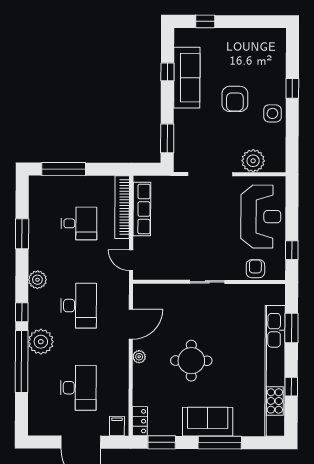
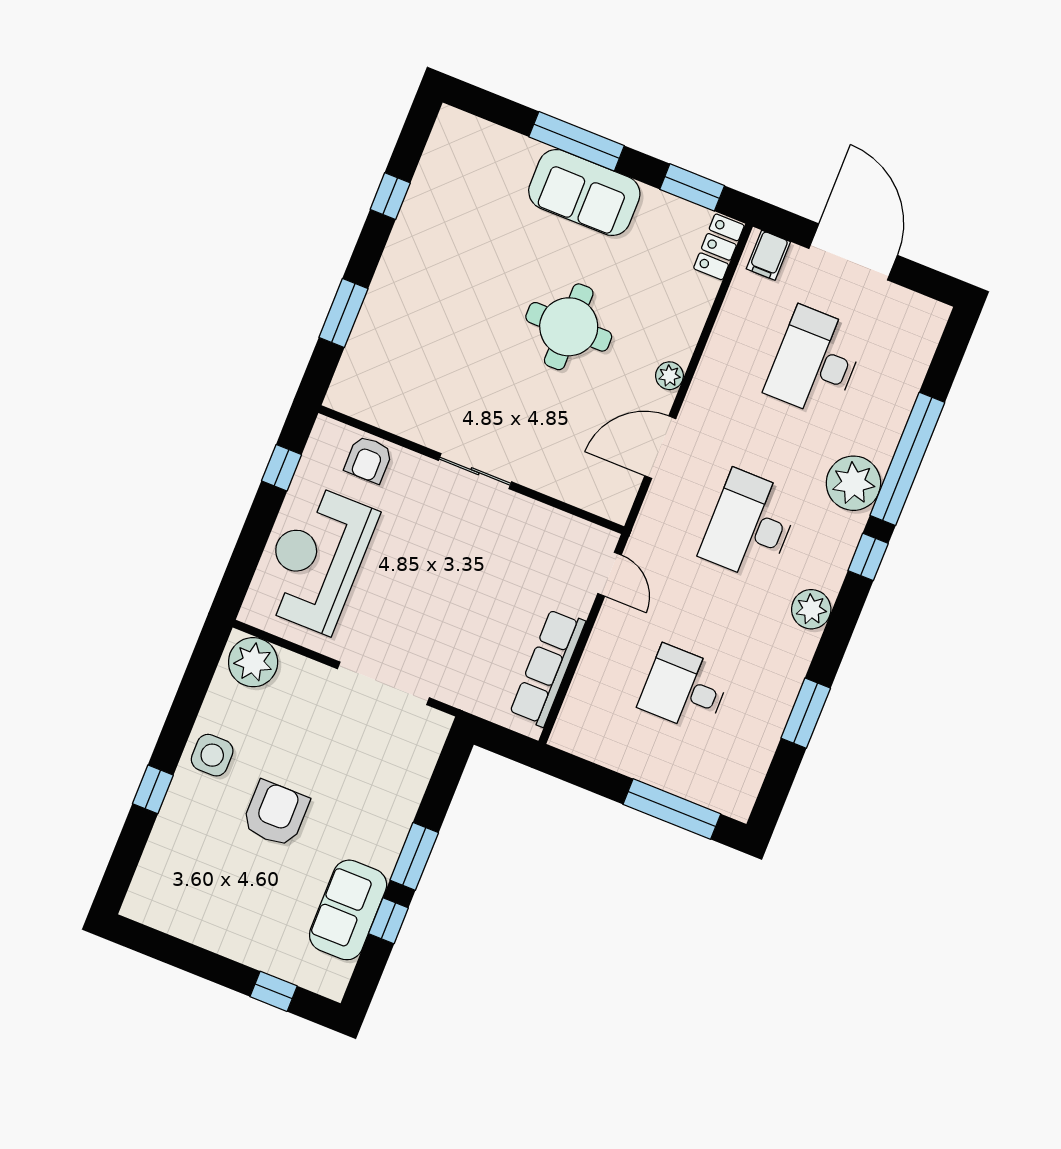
sofa: (187, 78) -> (348, 910), width x0.73
window: (167, 138) -> (414, 856), moved
plant: (253, 161) -> (253, 662), moved
bookcase: (122, 207) -> (585, 687), removed
kitchen unit: (275, 371) -> (410, 240), removed

